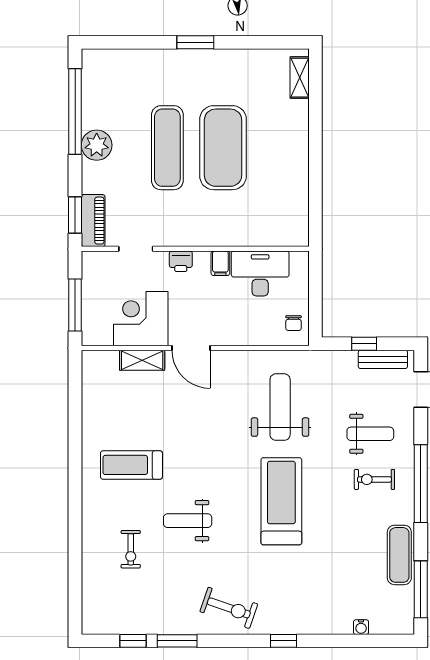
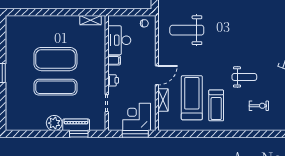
shelving: (300, 78) -> (91, 20), moved
window: (75, 111) -> (37, 134), removed
window: (75, 215) -> (79, 134), moved
piano: (93, 221) -> (76, 125), moved
corner desk: (141, 319) -> (137, 117), moved, turned 90
treadmill: (281, 501) -> (192, 98), moved, turned 90
weight bench: (188, 521) -> (244, 77), turned -90

